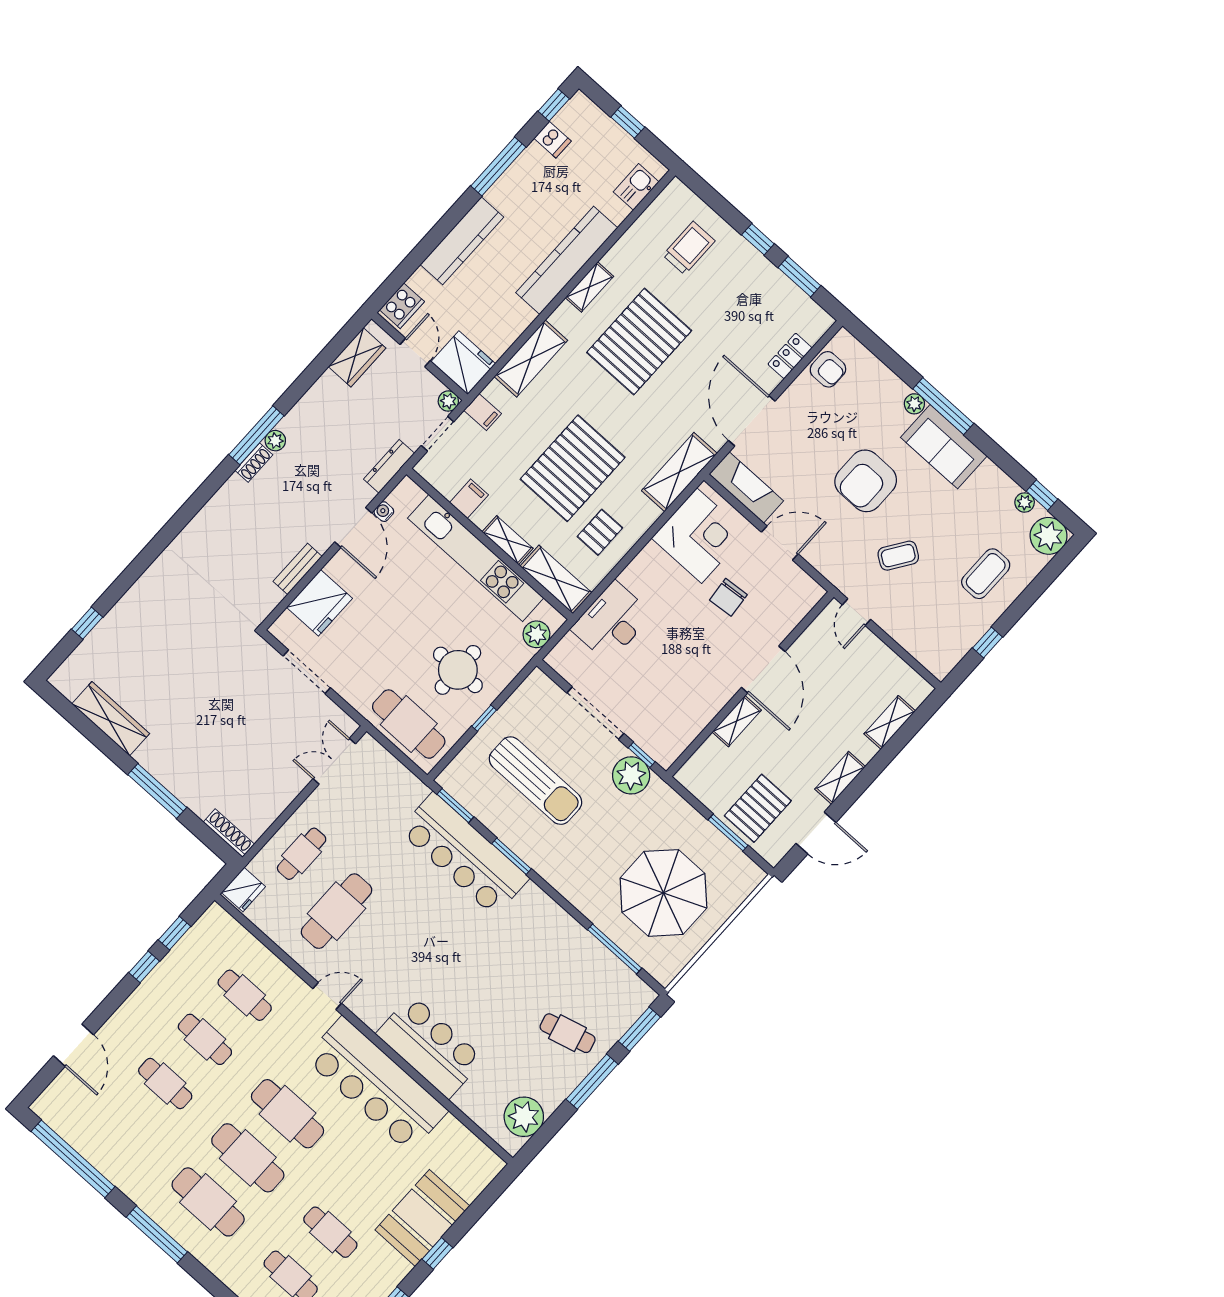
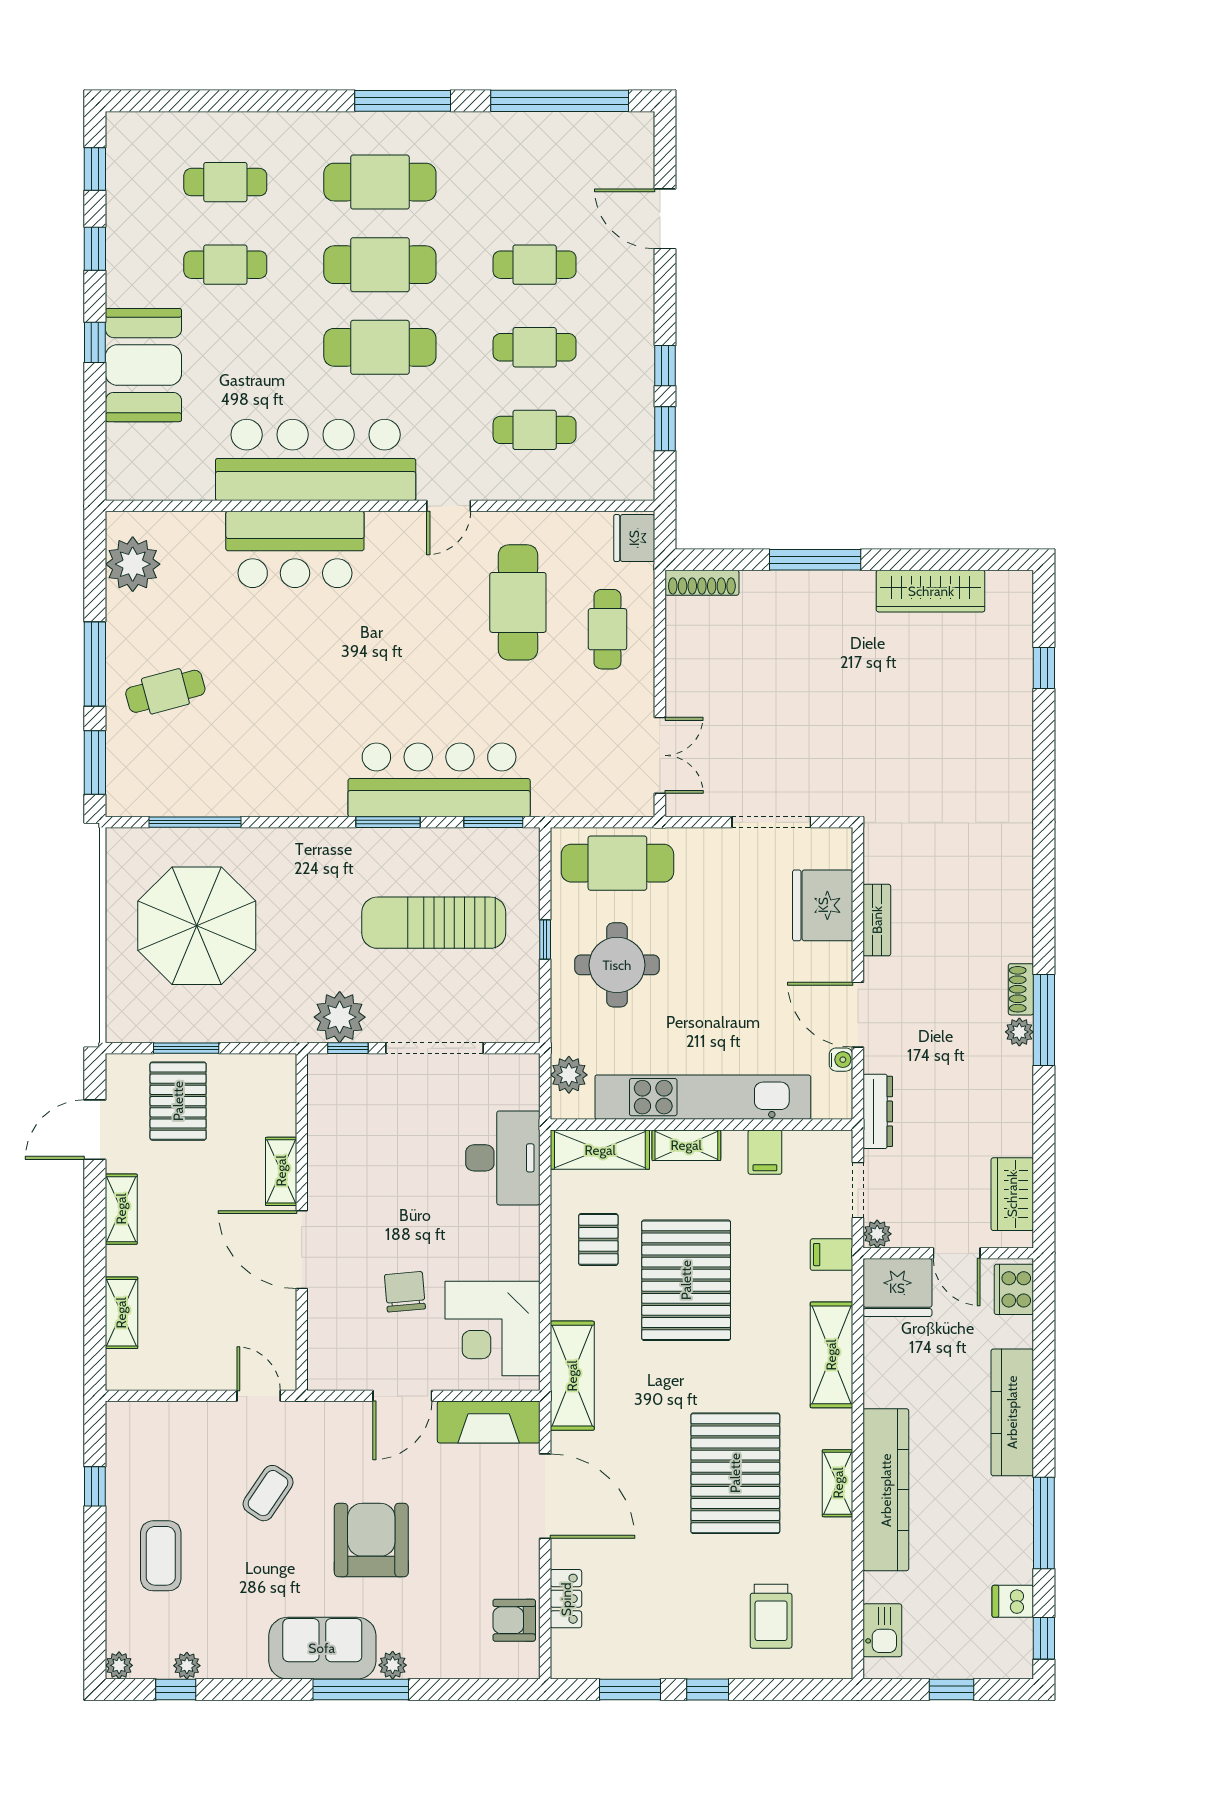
plant: (1049, 536) -> (119, 1665), width x0.53, depth x0.53

